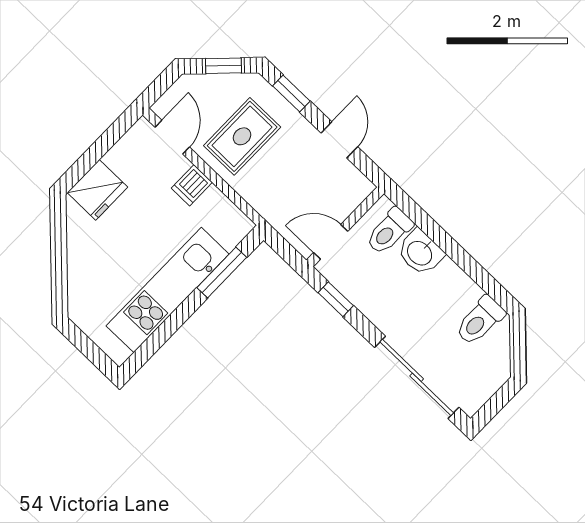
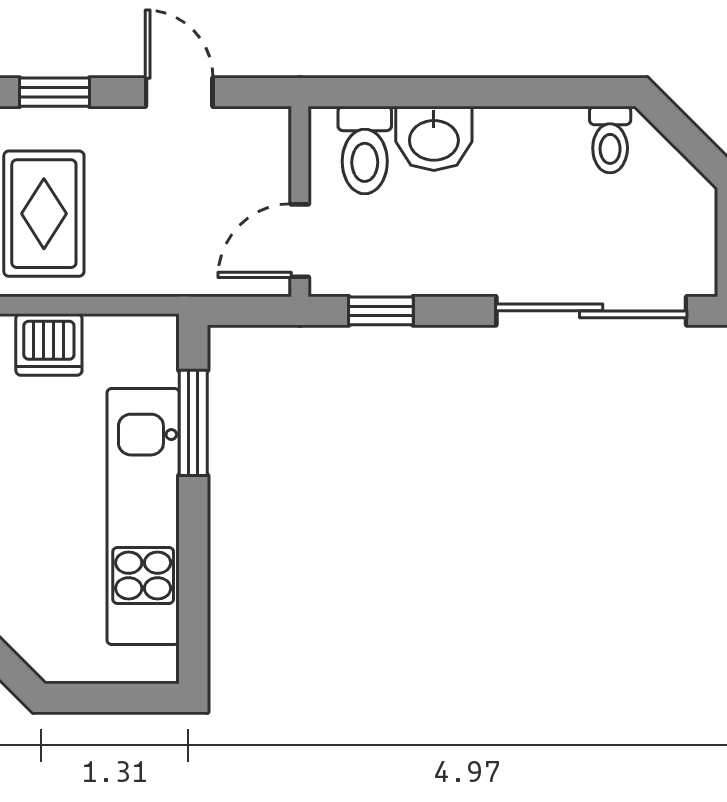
dishwasher: (192, 185) -> (49, 345), width x1.38
toilet: (480, 321) -> (610, 140), width x0.73, depth x0.72

